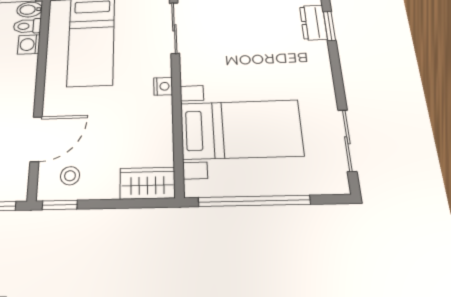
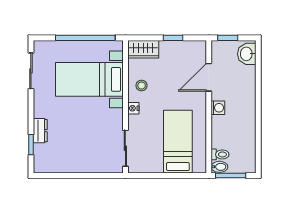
dresser: (313, 23) -> (40, 131), moved
washing machine: (29, 44) -> (218, 108), moved
stool: (70, 176) -> (142, 86), moved
window: (60, 205) -> (173, 38), moved

